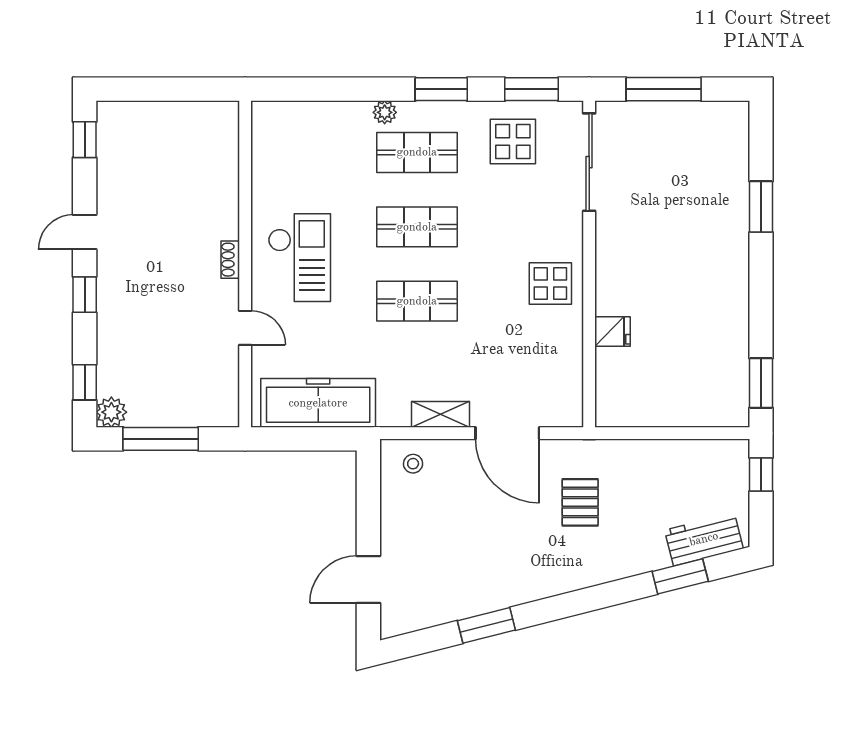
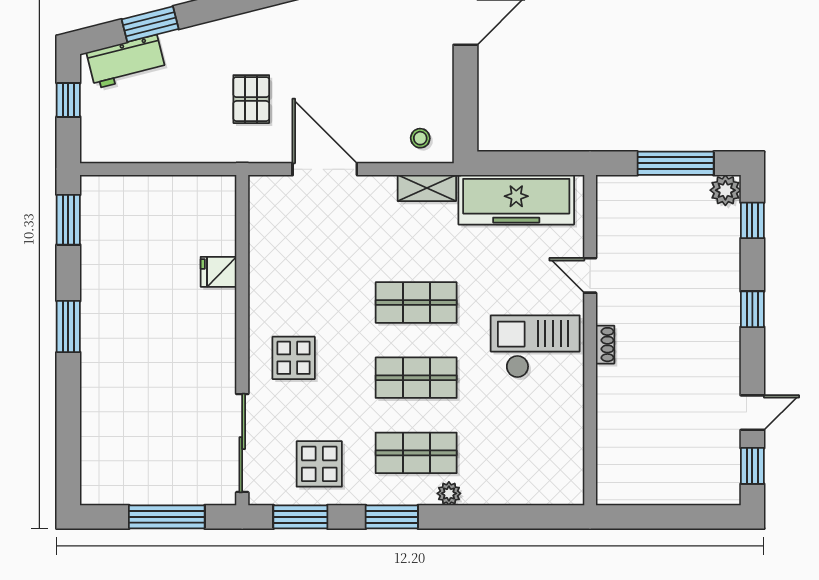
window: (761, 207) -> (68, 327), moved
door: (85, 232) -> (752, 413), moved
checkout: (299, 258) -> (535, 347), turned 90
display table: (550, 283) -> (294, 358), moved
shelving: (440, 414) -> (427, 188), moved
window: (761, 474) -> (68, 100), moved

